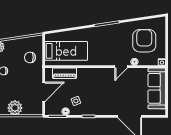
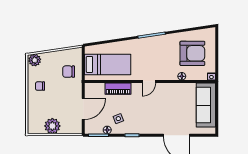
armchair: (144, 41) -> (192, 53), turned 90
door: (121, 67) -> (149, 81), moved
piano: (65, 73) -> (118, 89), moved

